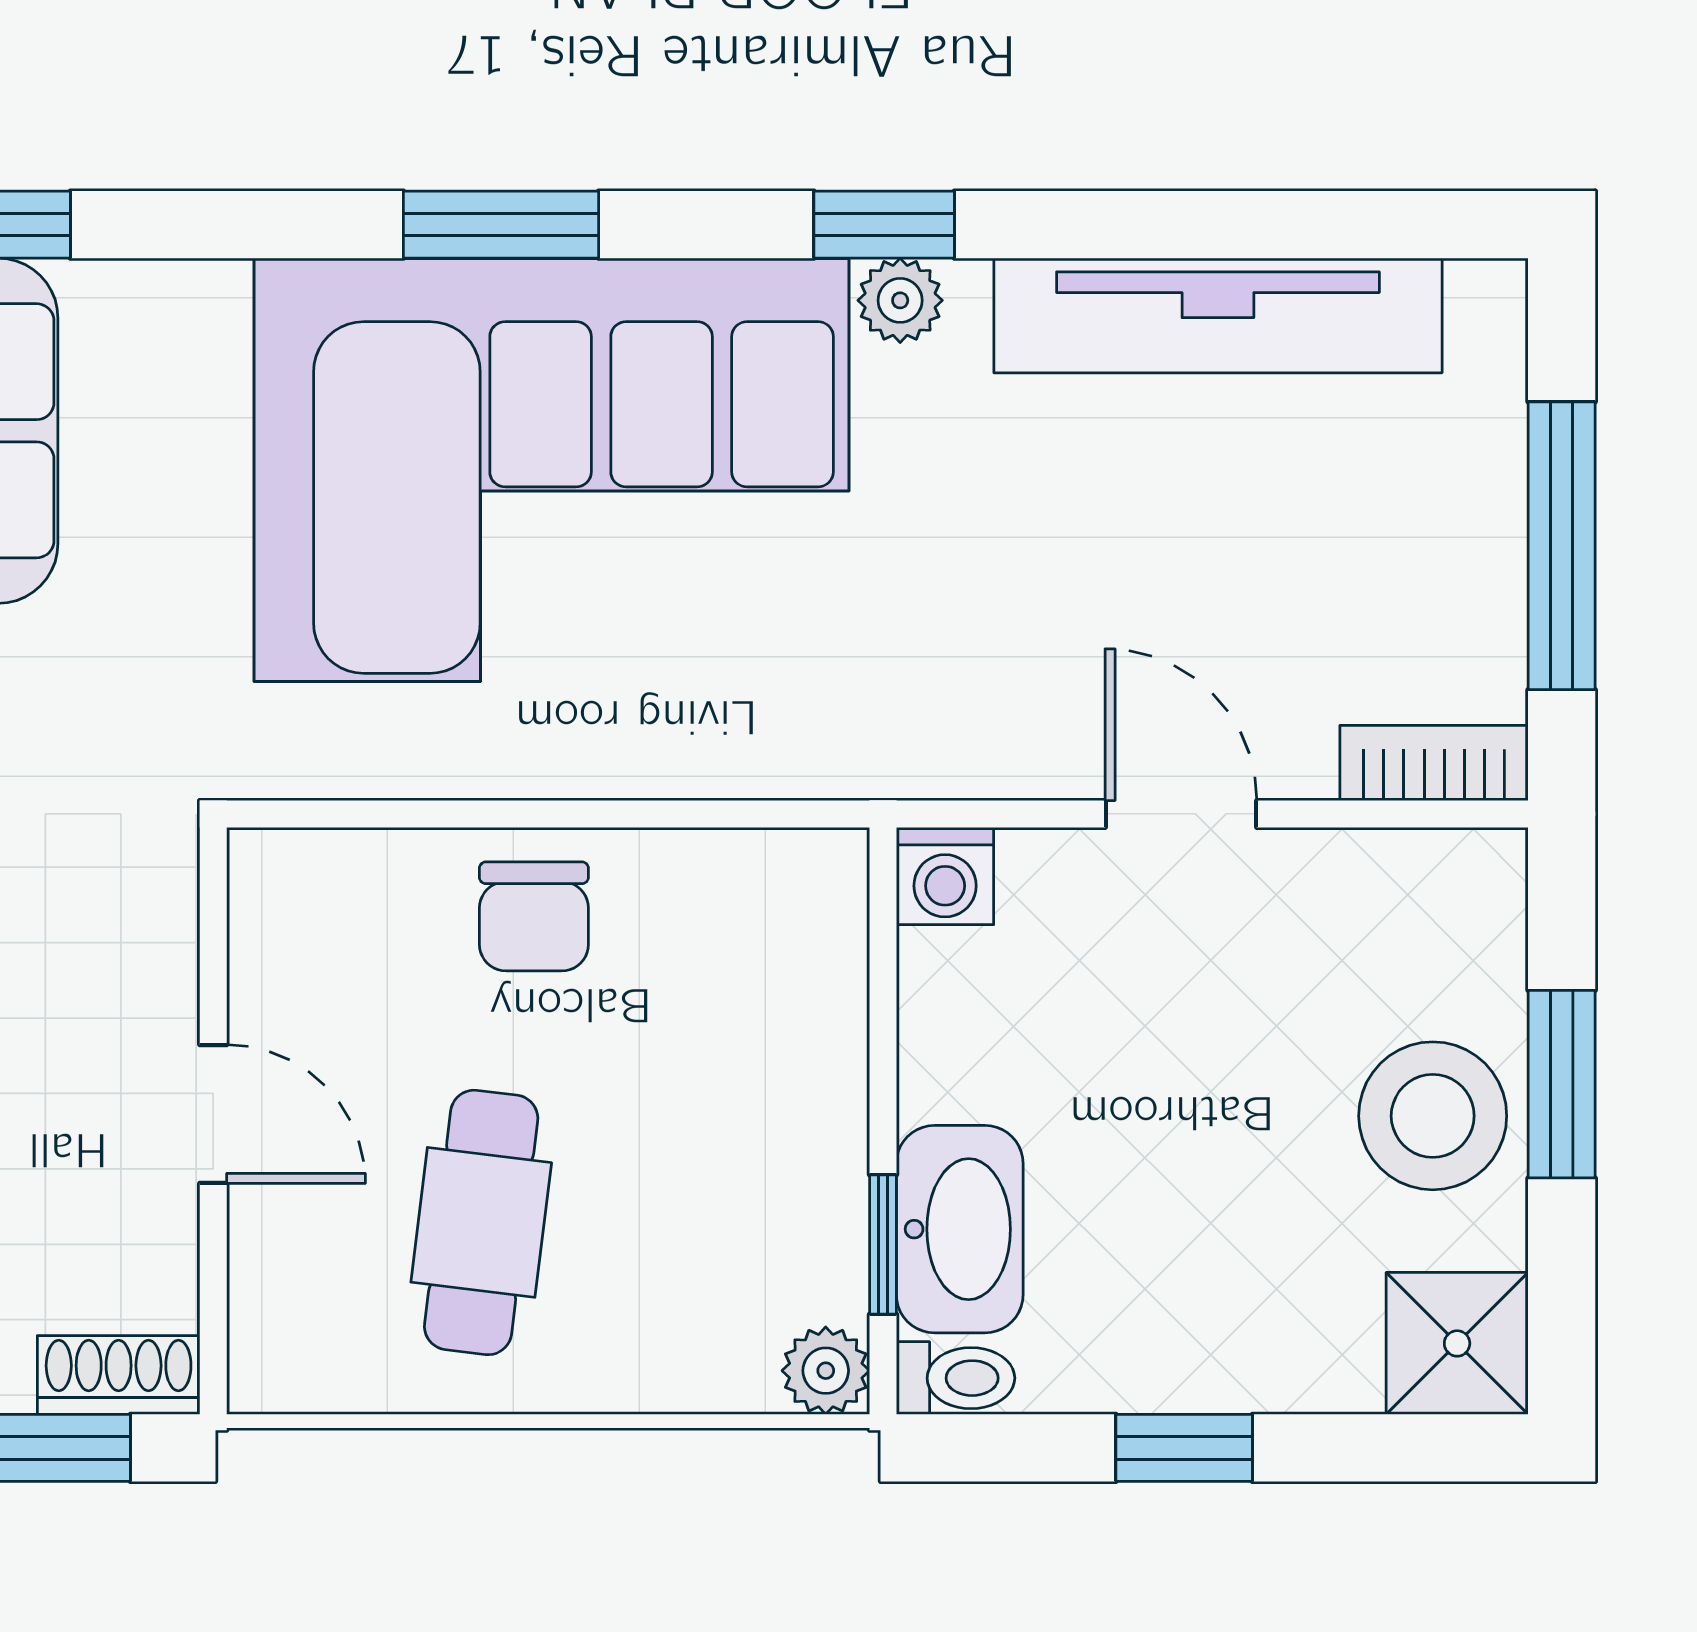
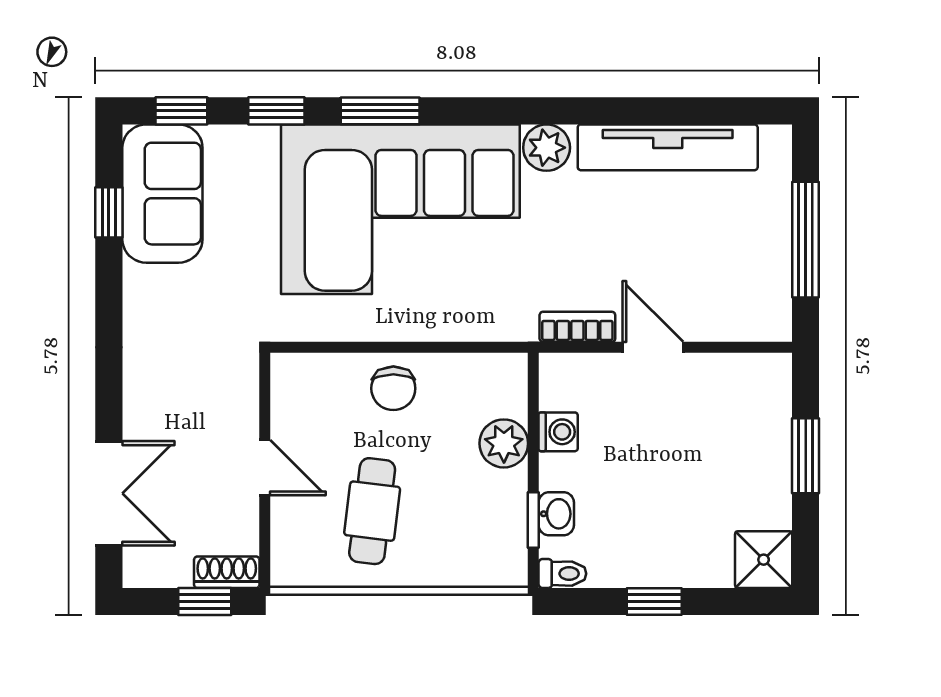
window: (884, 225) -> (276, 111), moved
plant: (900, 300) -> (547, 148), width x1.38, depth x1.38
bookcase: (1434, 763) -> (577, 327), moved
washing machine: (945, 876) -> (558, 432), moved, turned -90
stool: (1433, 1116) -> (754, 468), removed
washbasin: (960, 1229) -> (556, 514), width x0.52, depth x0.69
plant: (826, 1371) -> (504, 443), moved, width x1.38, depth x1.38

